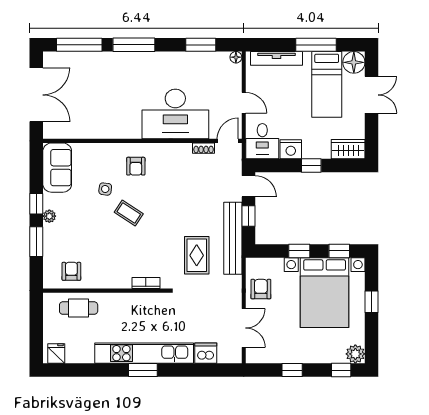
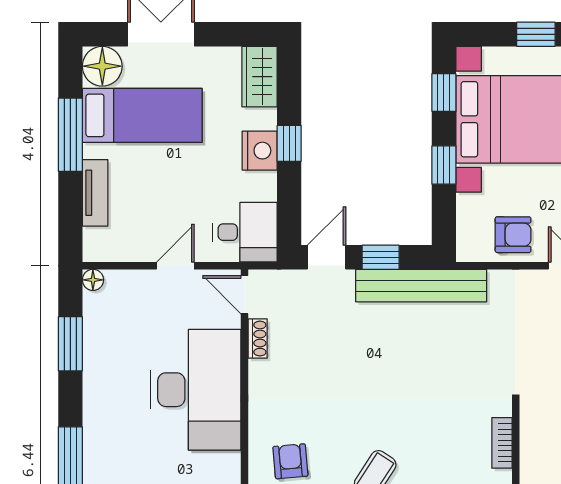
tv unit: (276, 58) -> (95, 193), width x0.71
nightstand: (291, 149) -> (260, 151), moved
armchair: (136, 166) -> (290, 461), turned -95
rug: (197, 255) -> (452, 351), removed
armchair: (261, 289) -> (513, 235), turned 180

